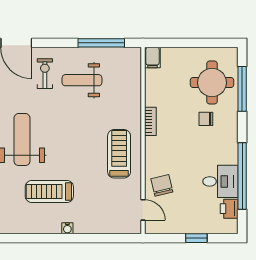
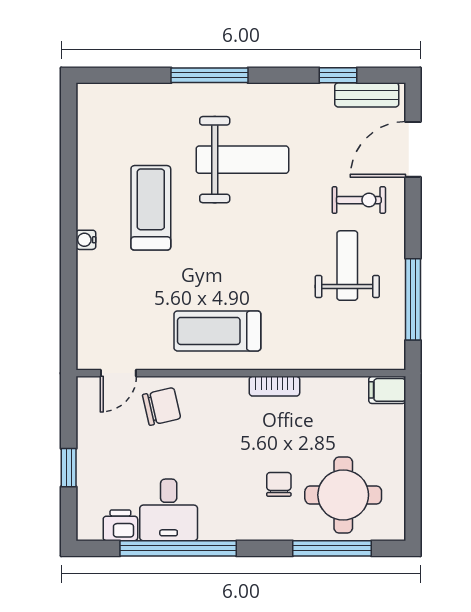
treadmill: (119, 154) -> (217, 331), turned 180

